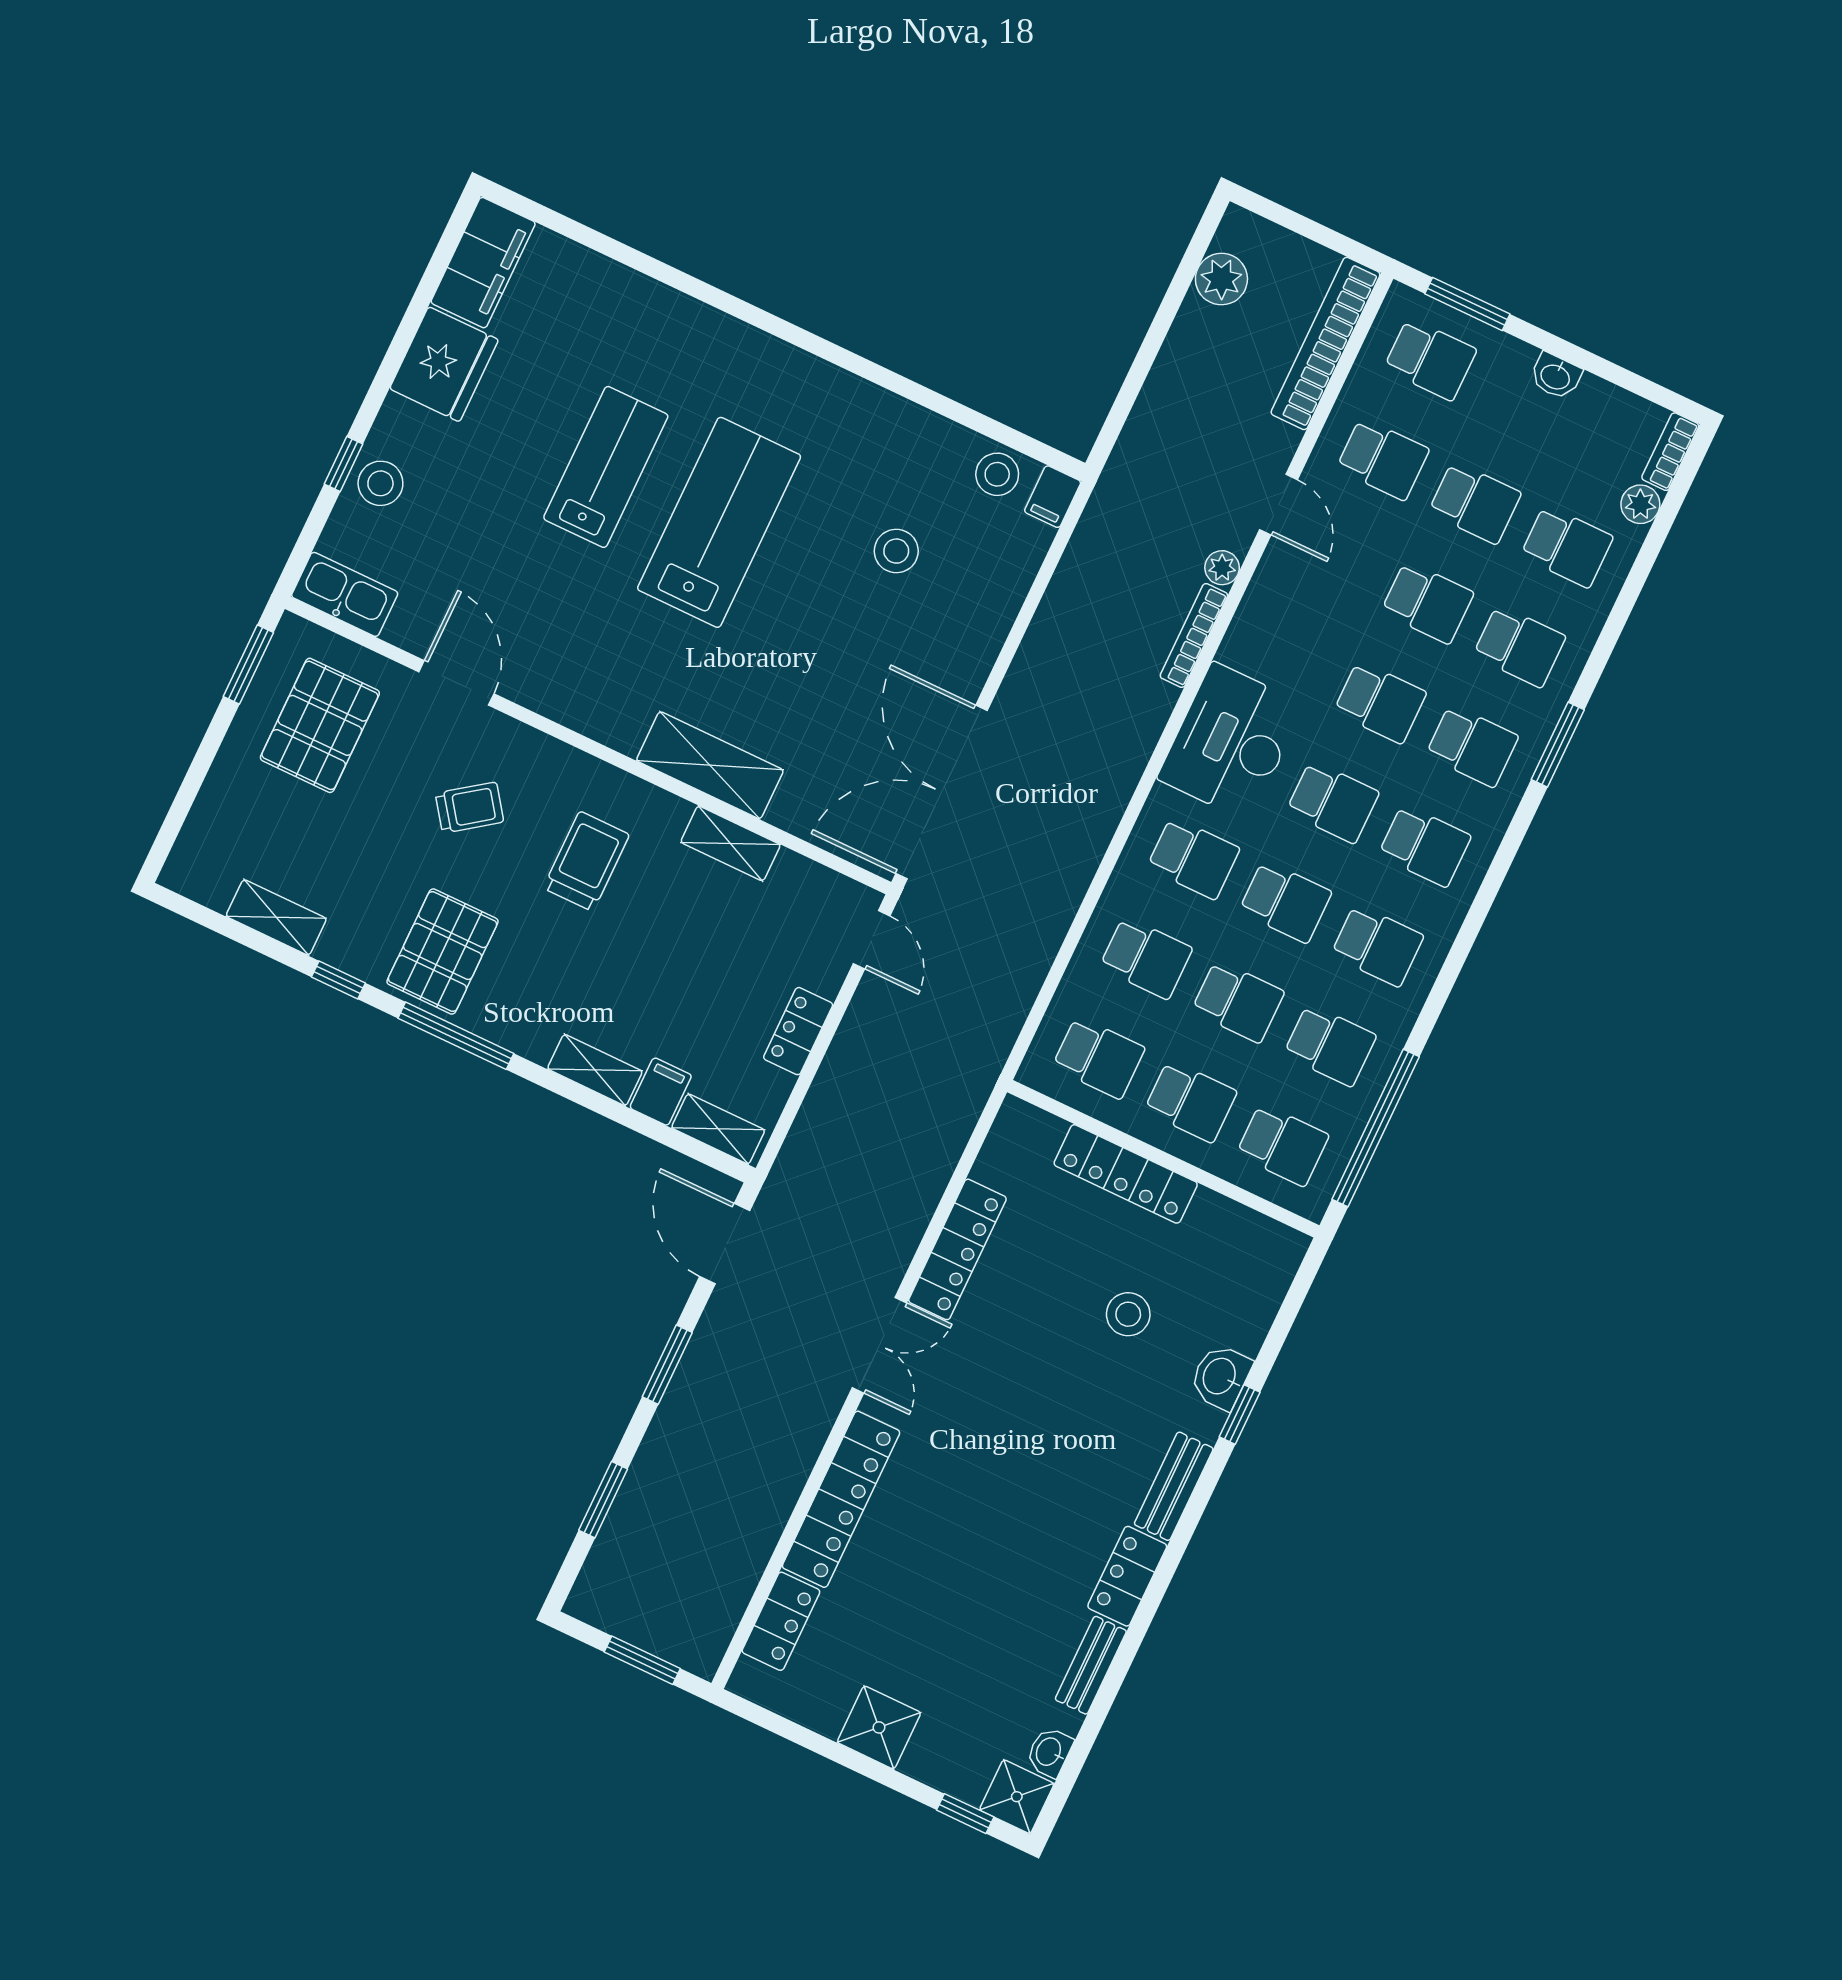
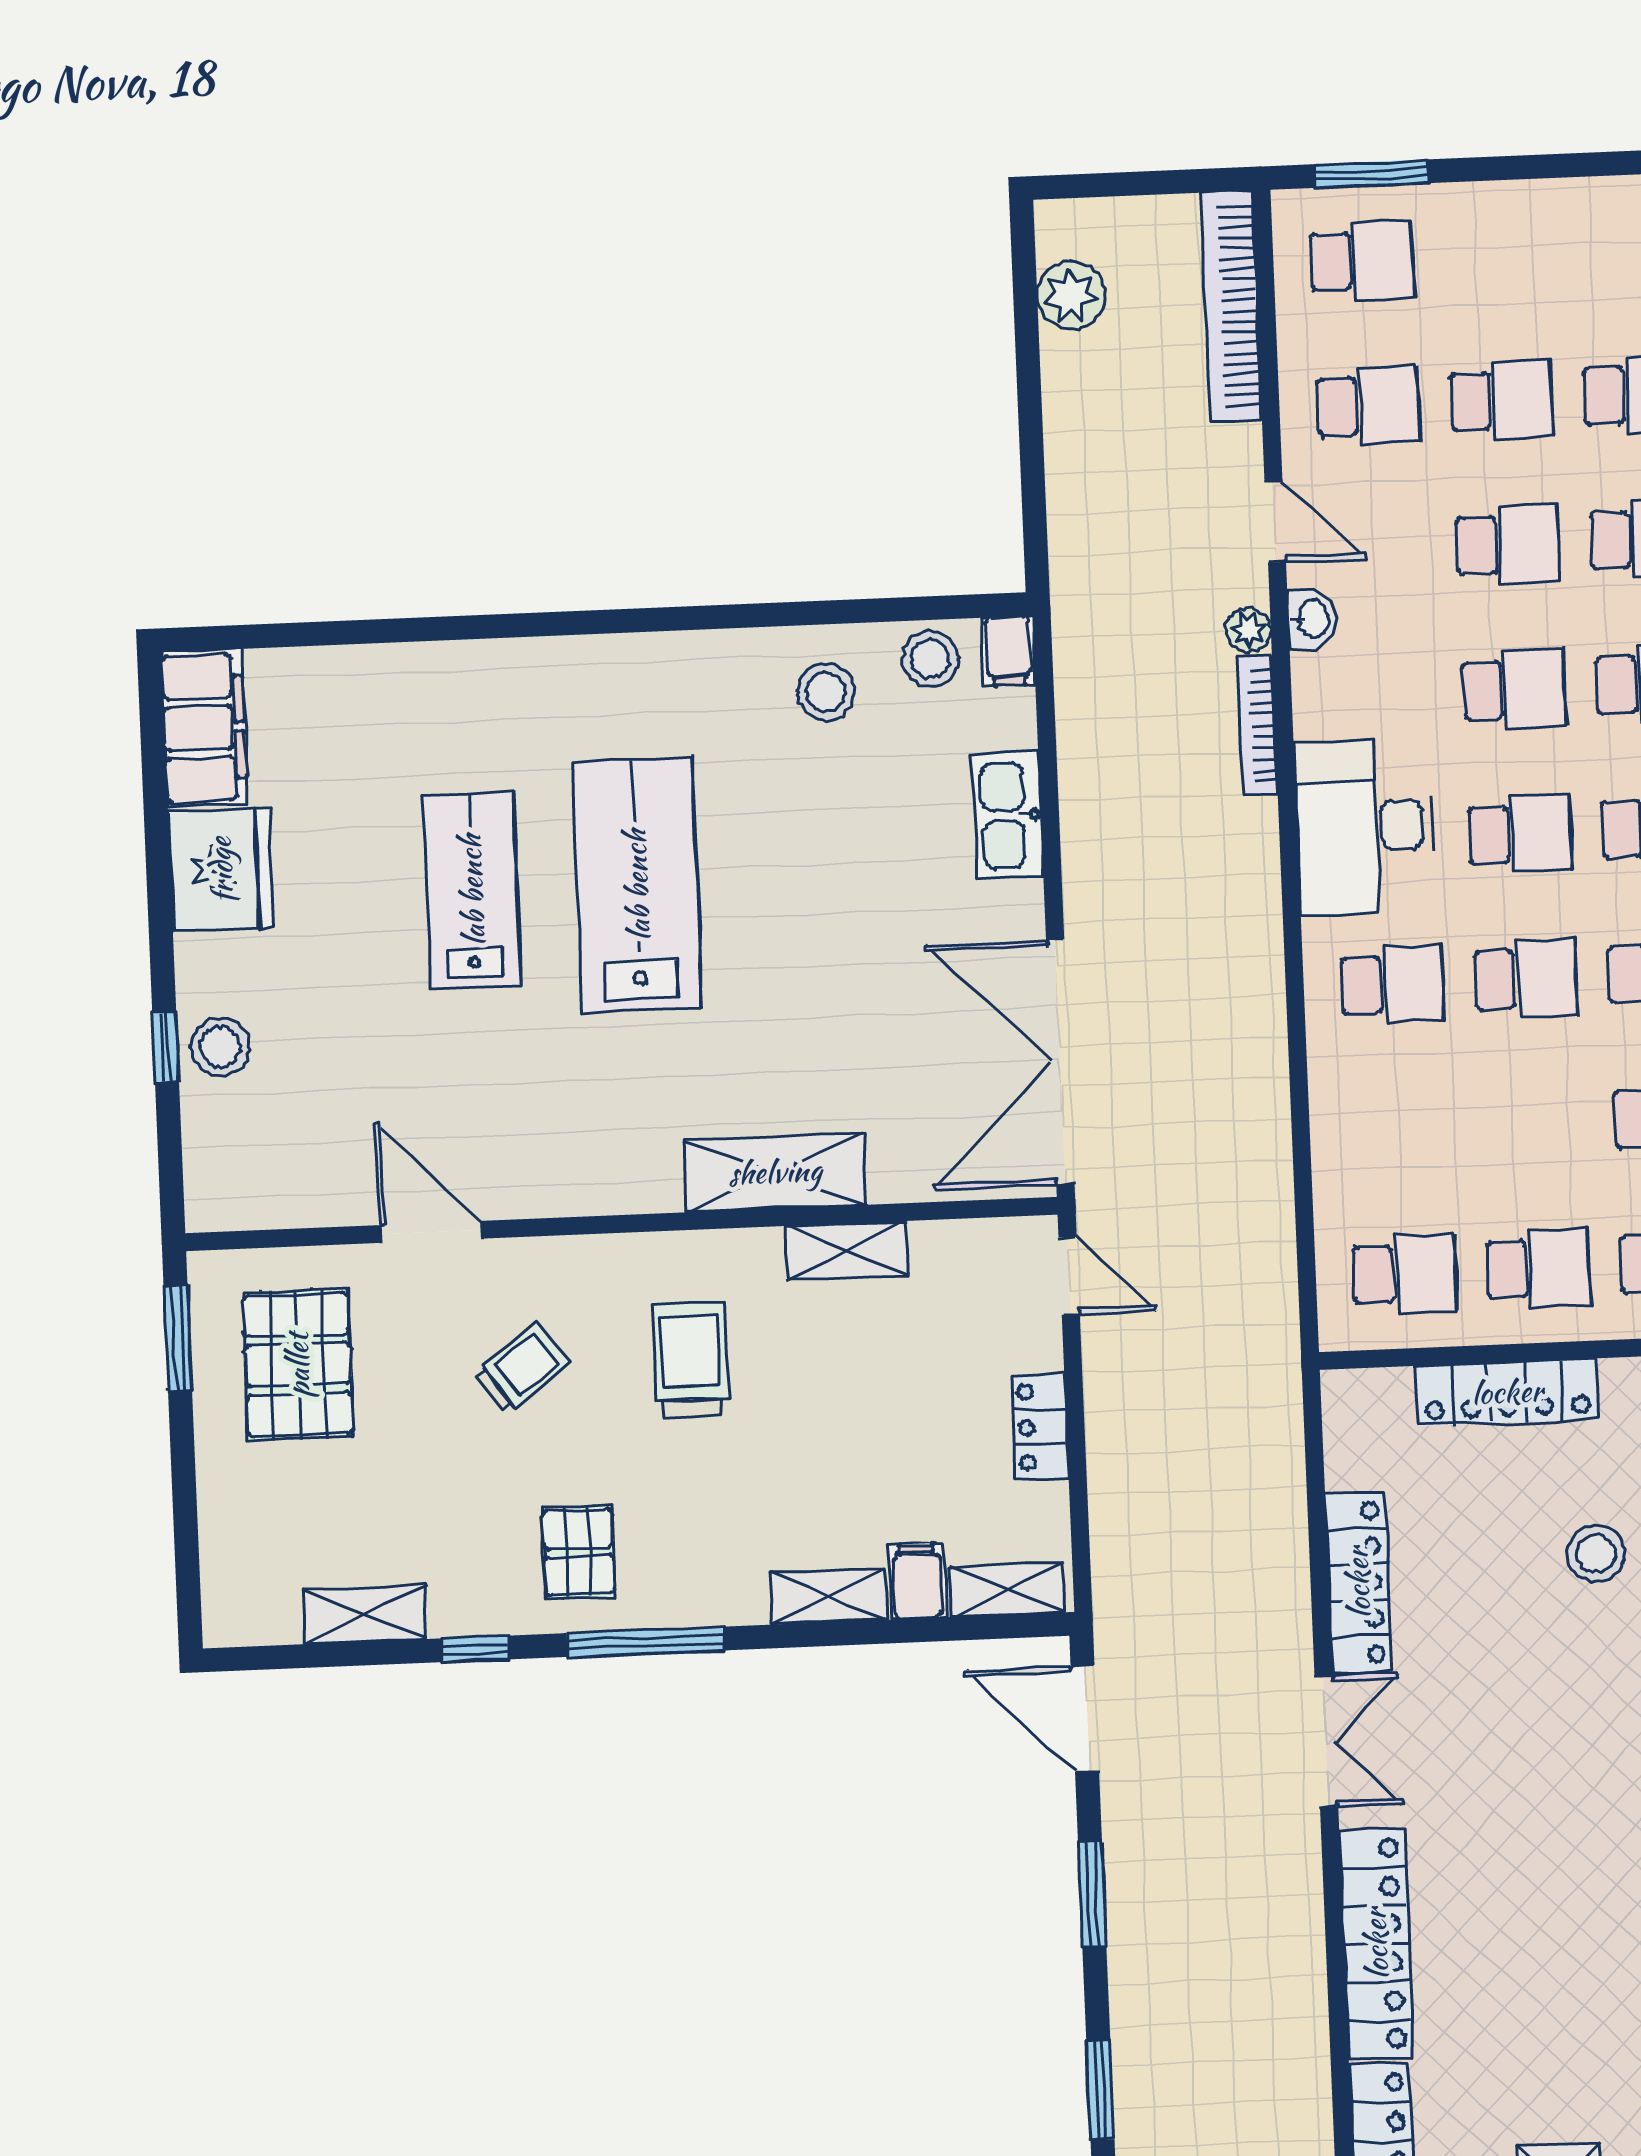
washbasin: (1556, 376) -> (1312, 619), moved, turned -90
stool: (896, 551) -> (826, 692), moved
kitchen sink: (345, 594) -> (1008, 815), moved, turned -90
pallet: (443, 951) -> (579, 1552), width x0.67, depth x0.71
school desk: (1146, 958) -> (1399, 1129), removed
school desk: (1238, 1001) -> (1532, 1123), removed

